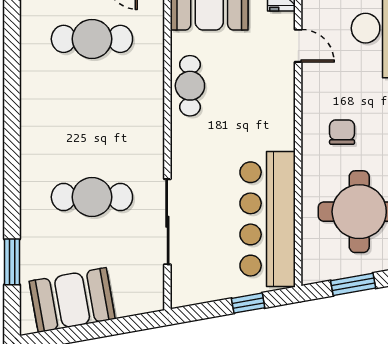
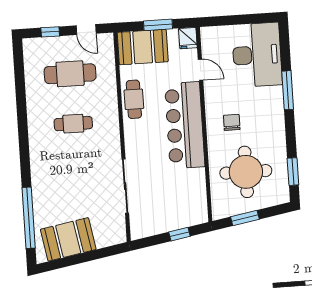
cafe table: (92, 197) -> (73, 124), moved, width x0.73, depth x0.74
bar counter: (268, 219) -> (185, 125), moved
window: (12, 262) -> (29, 218), width x2.11

